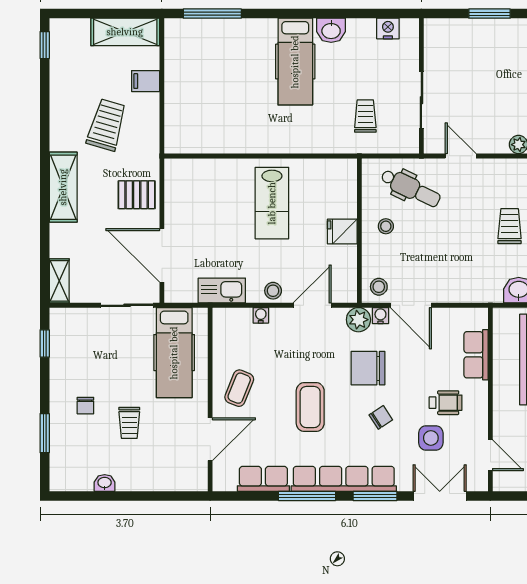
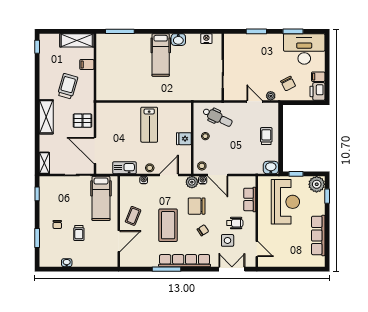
trolley: (365, 116) -> (195, 82), removed
door: (461, 156) -> (255, 101), moved
coffee table: (310, 407) -> (168, 225), width x1.36, depth x1.32
row of seats: (263, 479) -> (145, 261), removed
window: (375, 496) -> (200, 269), removed

